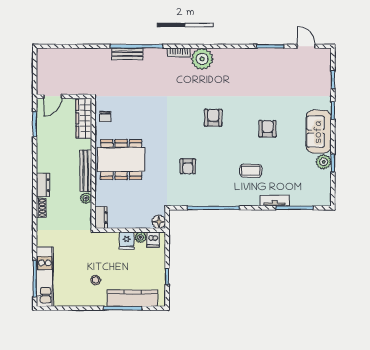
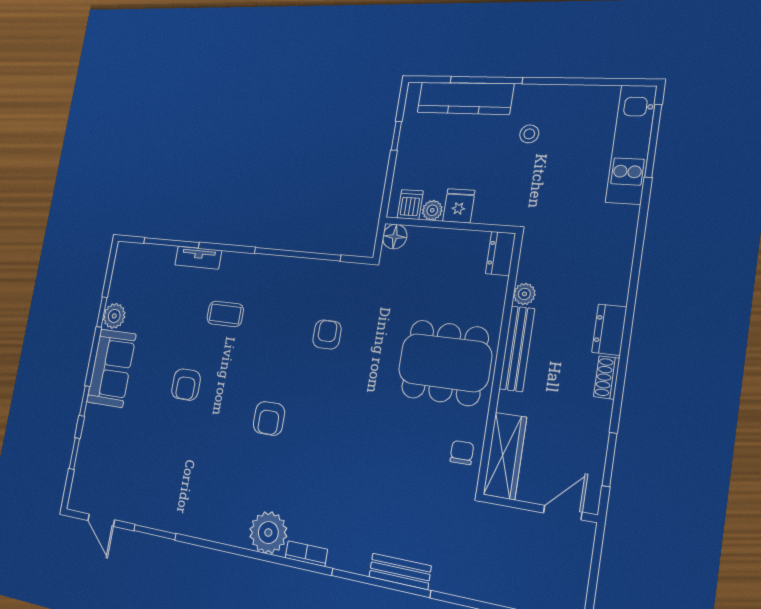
shoe rack: (41, 208) -> (607, 377), moved

